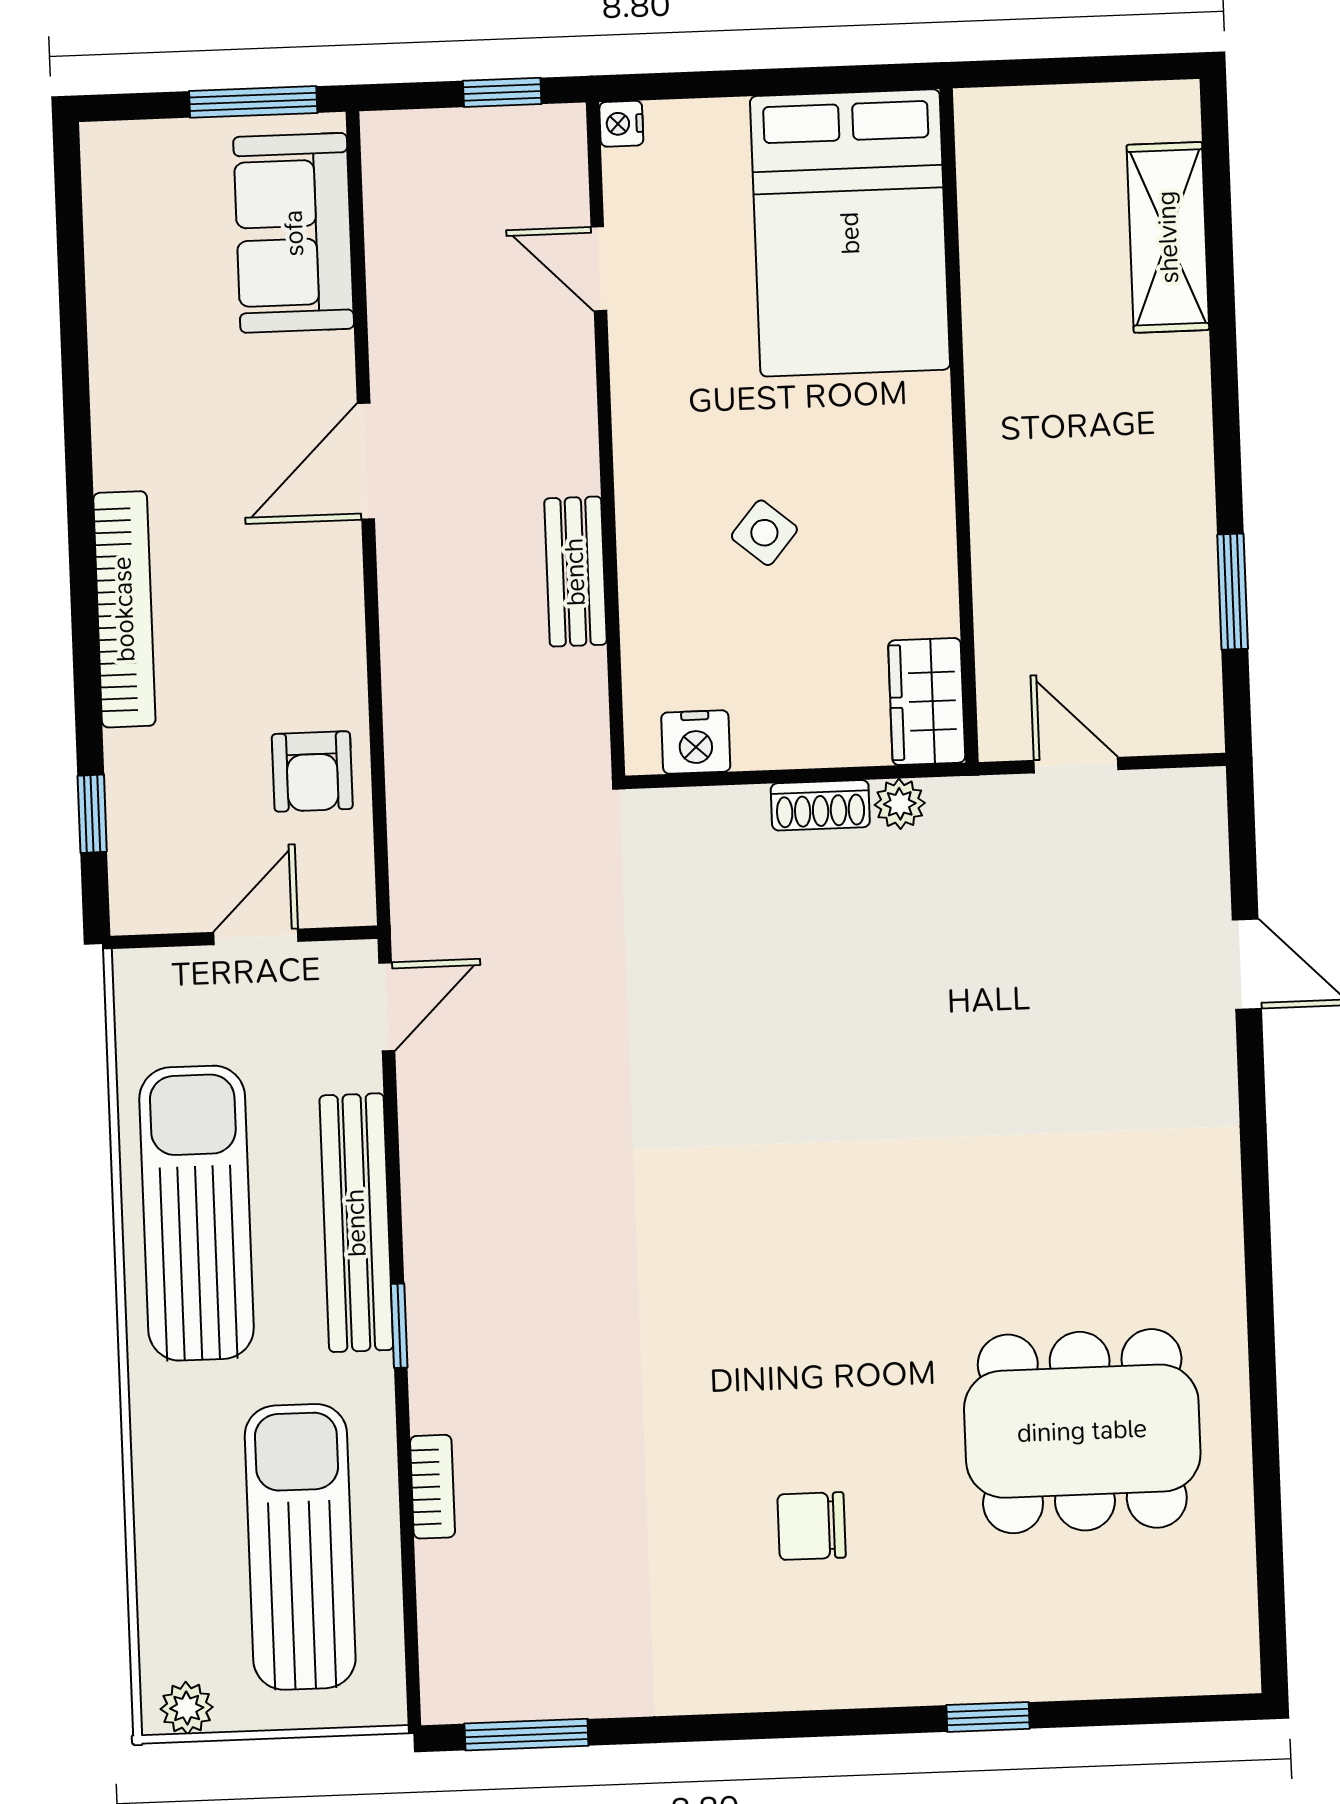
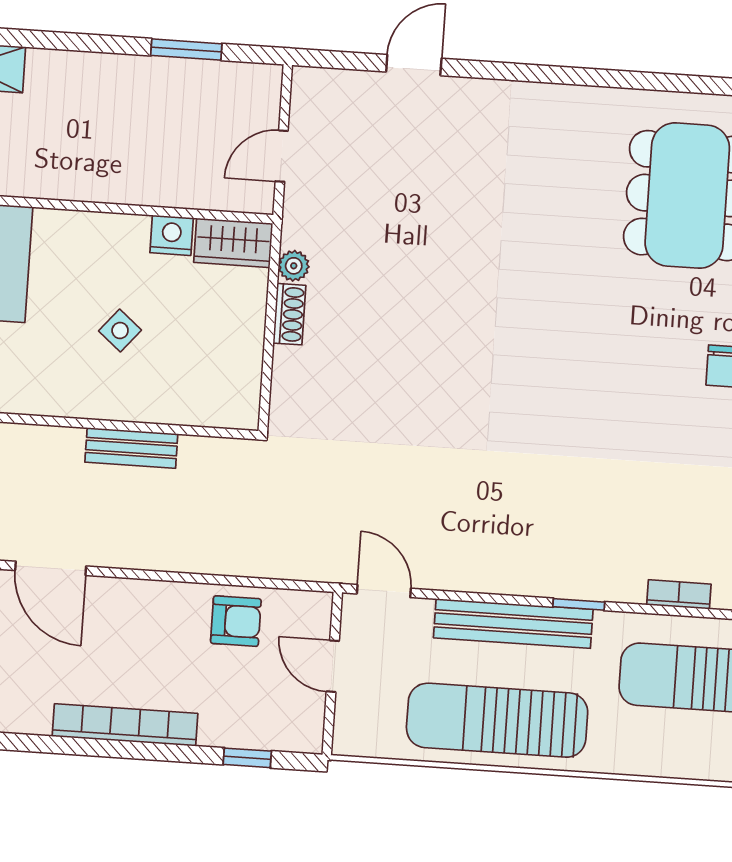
nightstand: (696, 742) -> (172, 235), moved, turned -90

